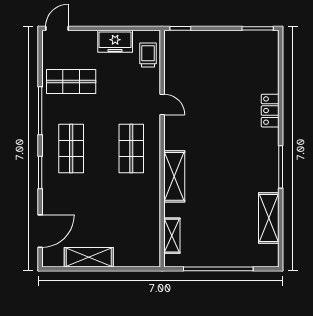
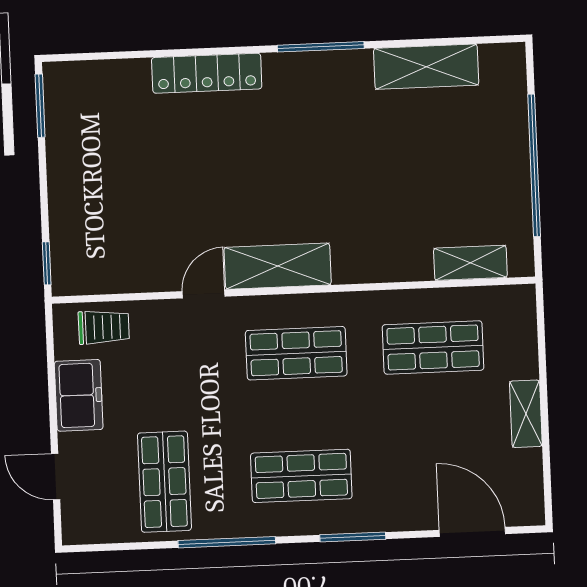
door: (57, 28) -> (56, 477), moved
trolley: (148, 55) -> (104, 327), turned 180
locker: (270, 111) -> (207, 73), width x1.53
shelving: (174, 176) -> (278, 266), moved
shop shelf: (131, 216) -> (433, 347), added
shelving: (89, 257) -> (526, 414), width x0.67, depth x0.75

